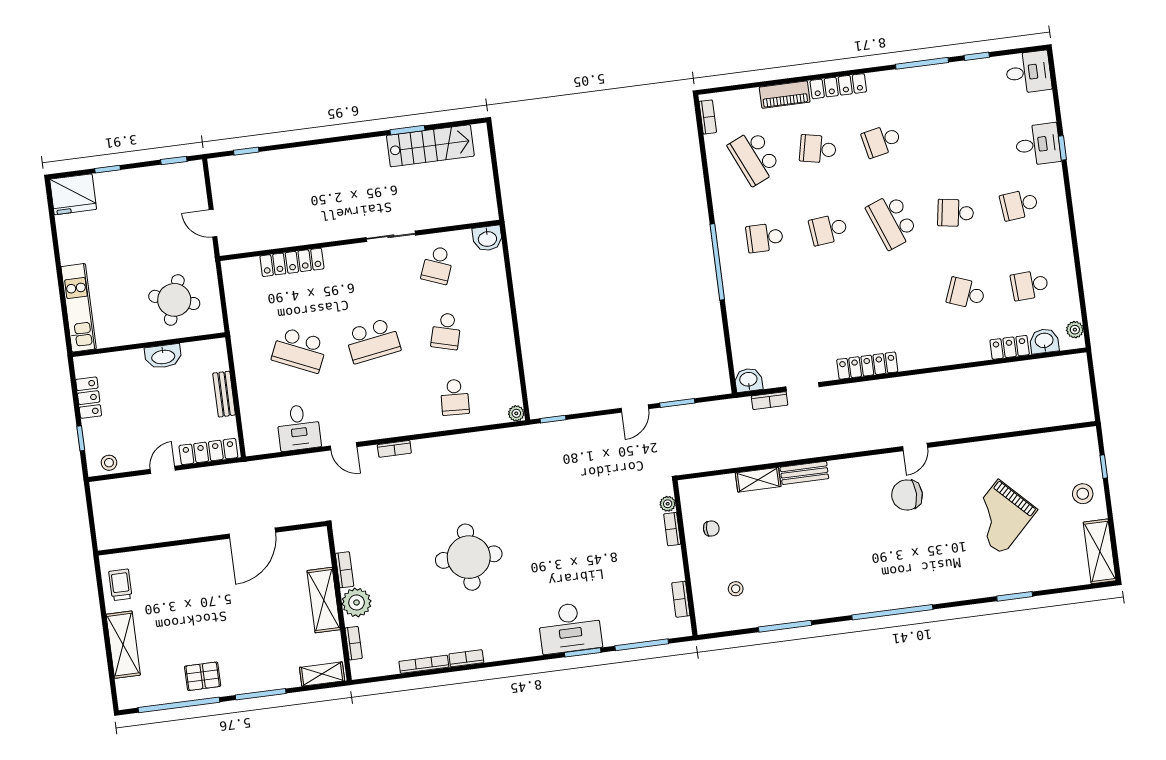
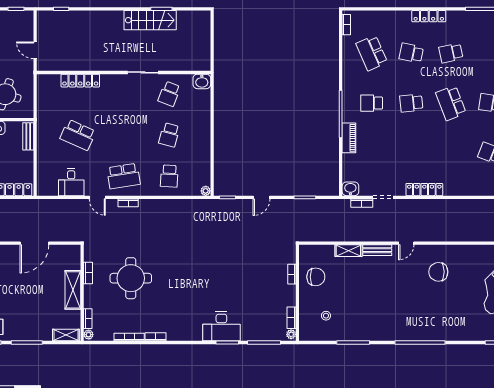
piano: (785, 95) -> (349, 138), moved, turned -90
stairs: (430, 146) -> (150, 20), moved
school desk: (373, 341) -> (124, 176), moved
bench: (224, 394) -> (28, 136), moved
door: (635, 408) -> (262, 197), moved
door: (915, 447) -> (406, 243), moved
plant: (668, 504) -> (291, 334), moved
chair: (711, 528) -> (316, 277), width x1.87, depth x1.87
round table: (469, 557) -> (131, 278), moved
plant: (357, 602) -> (89, 335), moved, width x0.53, depth x0.53

